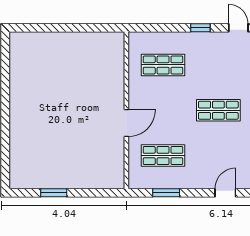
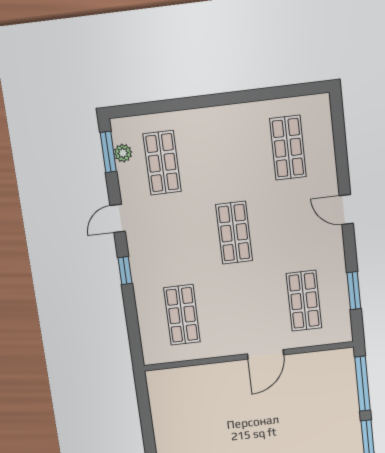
door: (126, 123) -> (266, 354), swing flipped
window: (96, 193) -> (363, 384), added

